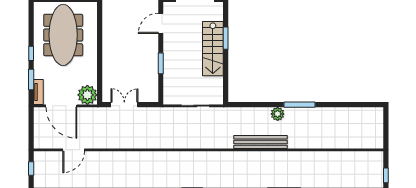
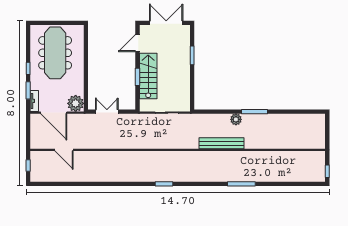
stairs: (213, 49) -> (148, 76), moved, turned 180
door: (74, 150) -> (64, 150), hinge flipped

